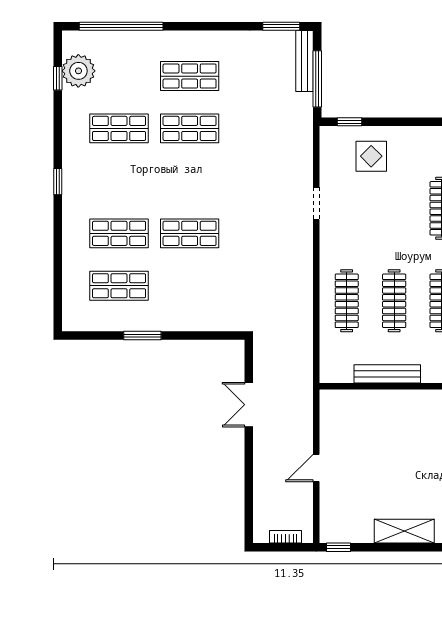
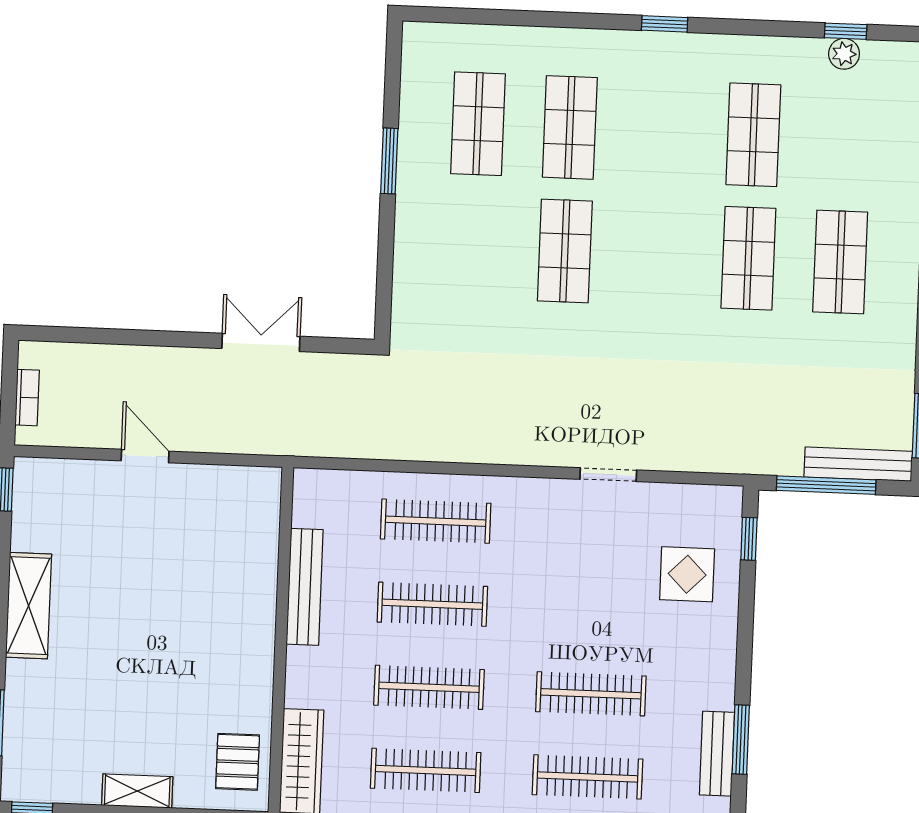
plant: (78, 71) -> (844, 54), width x0.53, depth x0.53

